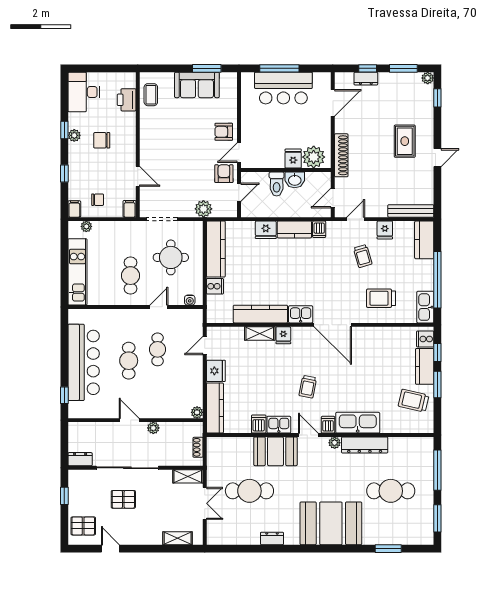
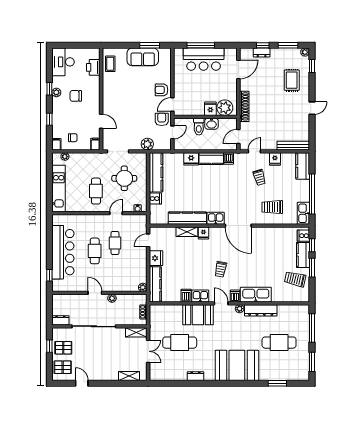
rug: (405, 141) -> (292, 80), moved
pallet: (123, 499) -> (63, 348), moved

